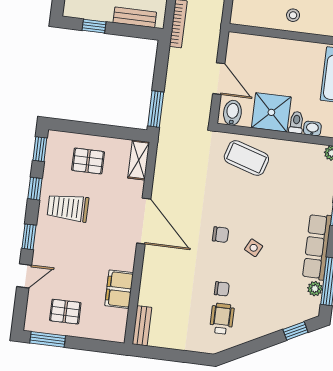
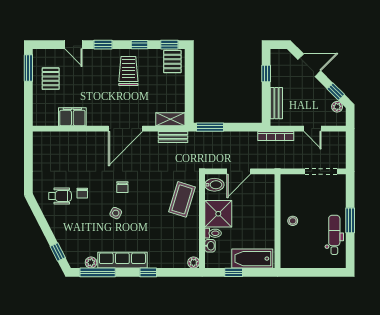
pallet: (88, 161) -> (172, 62), moved
bench: (142, 326) -> (173, 137), moved

